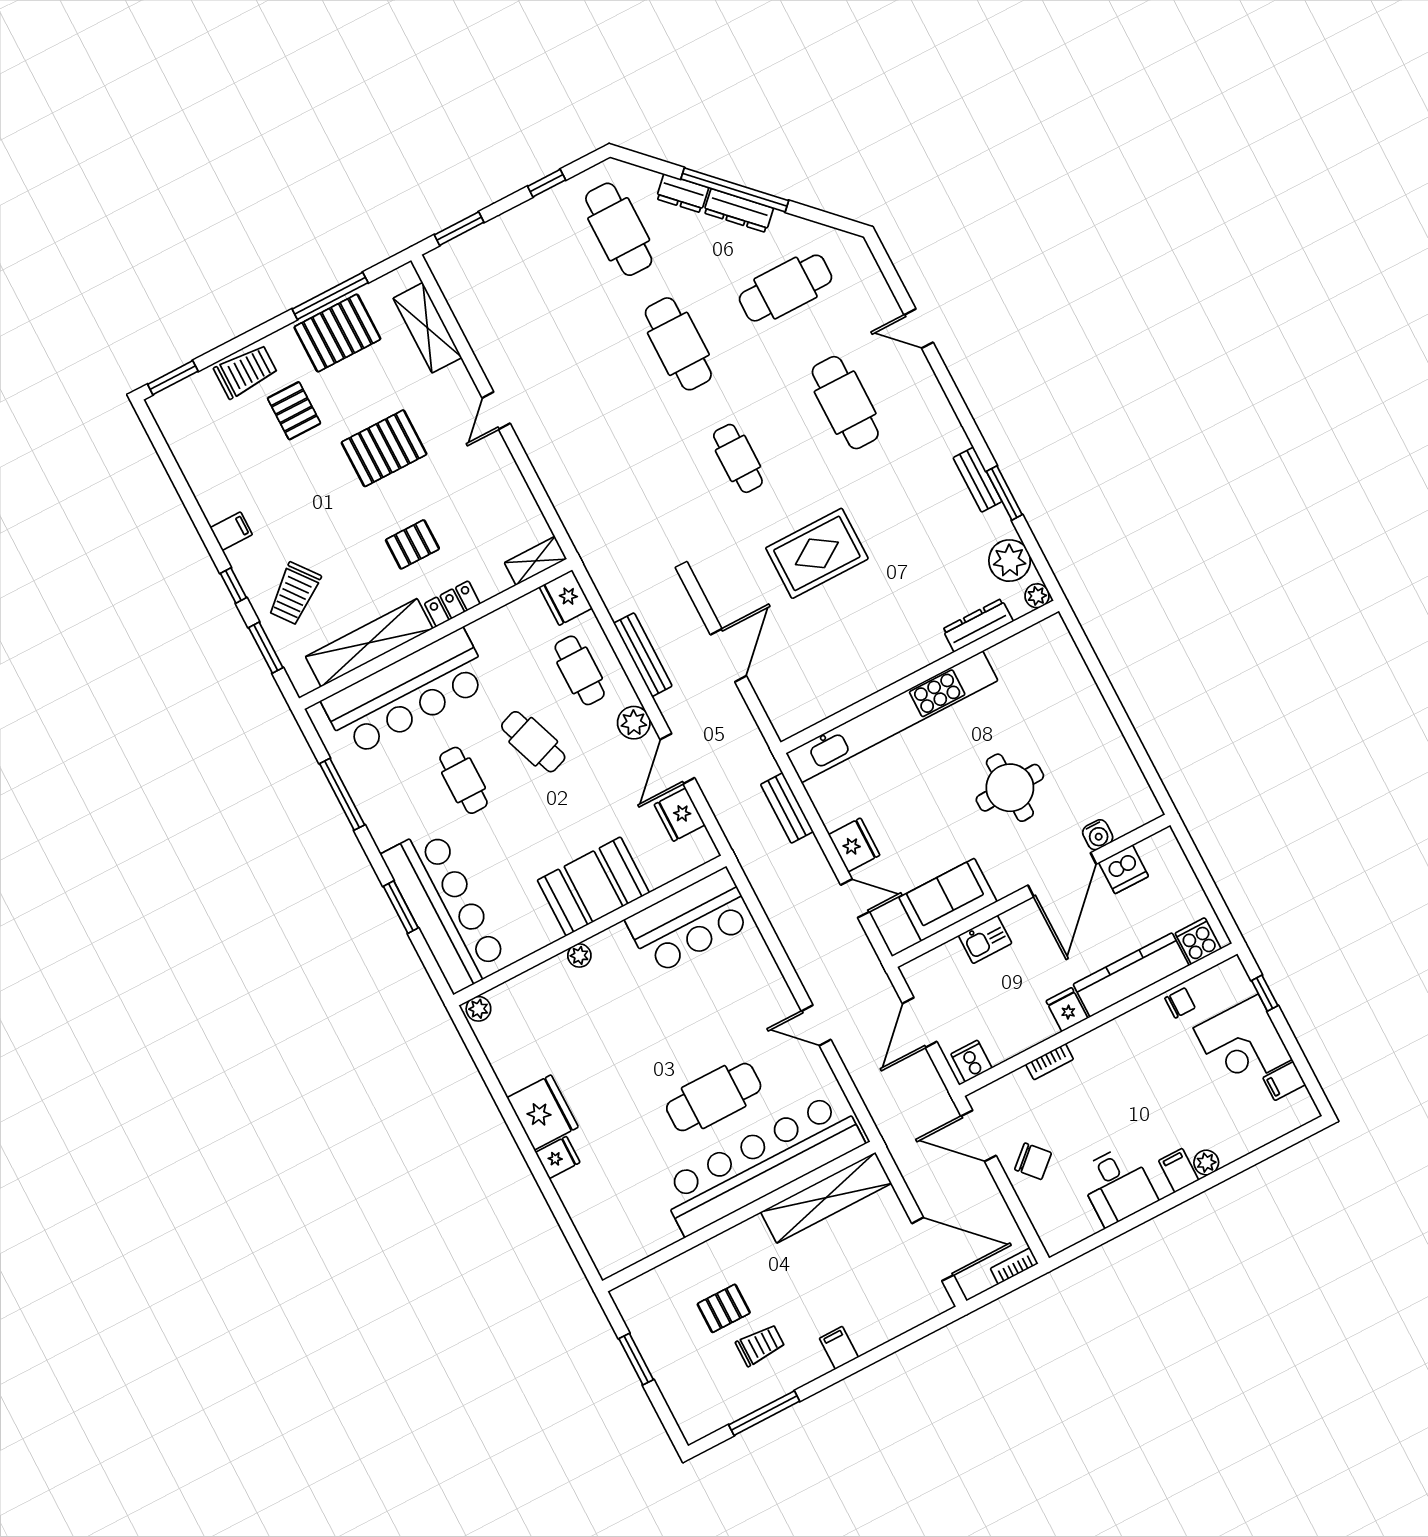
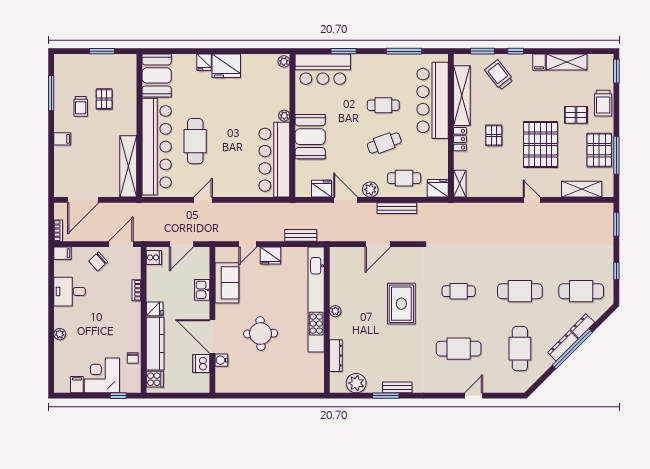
pallet: (384, 448) -> (540, 145), width x1.37, depth x1.41
shelving: (204, 480) -> (567, 62), added
plant: (1037, 596) -> (335, 311), moved
door: (728, 655) -> (378, 244), hinge flipped
bar counter: (445, 910) -> (323, 69), width x0.73
bar counter: (690, 921) -> (274, 160), width x1.36
door: (920, 1023) -> (181, 244), swing flipped
filing cabinet: (1179, 1170) -> (62, 253), moved
booth: (628, 1233) -> (157, 75), added

